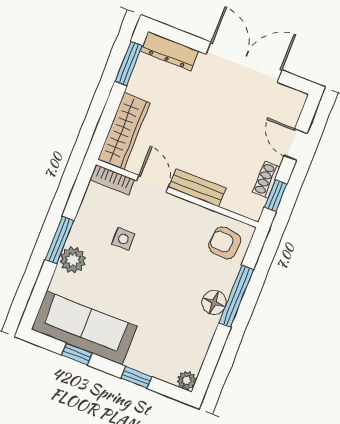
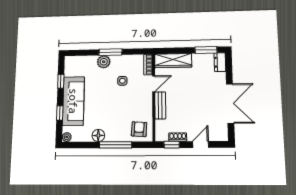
dresser: (170, 51) -> (220, 62), width x0.70
floor lamp: (214, 302) -> (98, 135), moved
sofa: (84, 328) -> (73, 101), moved

